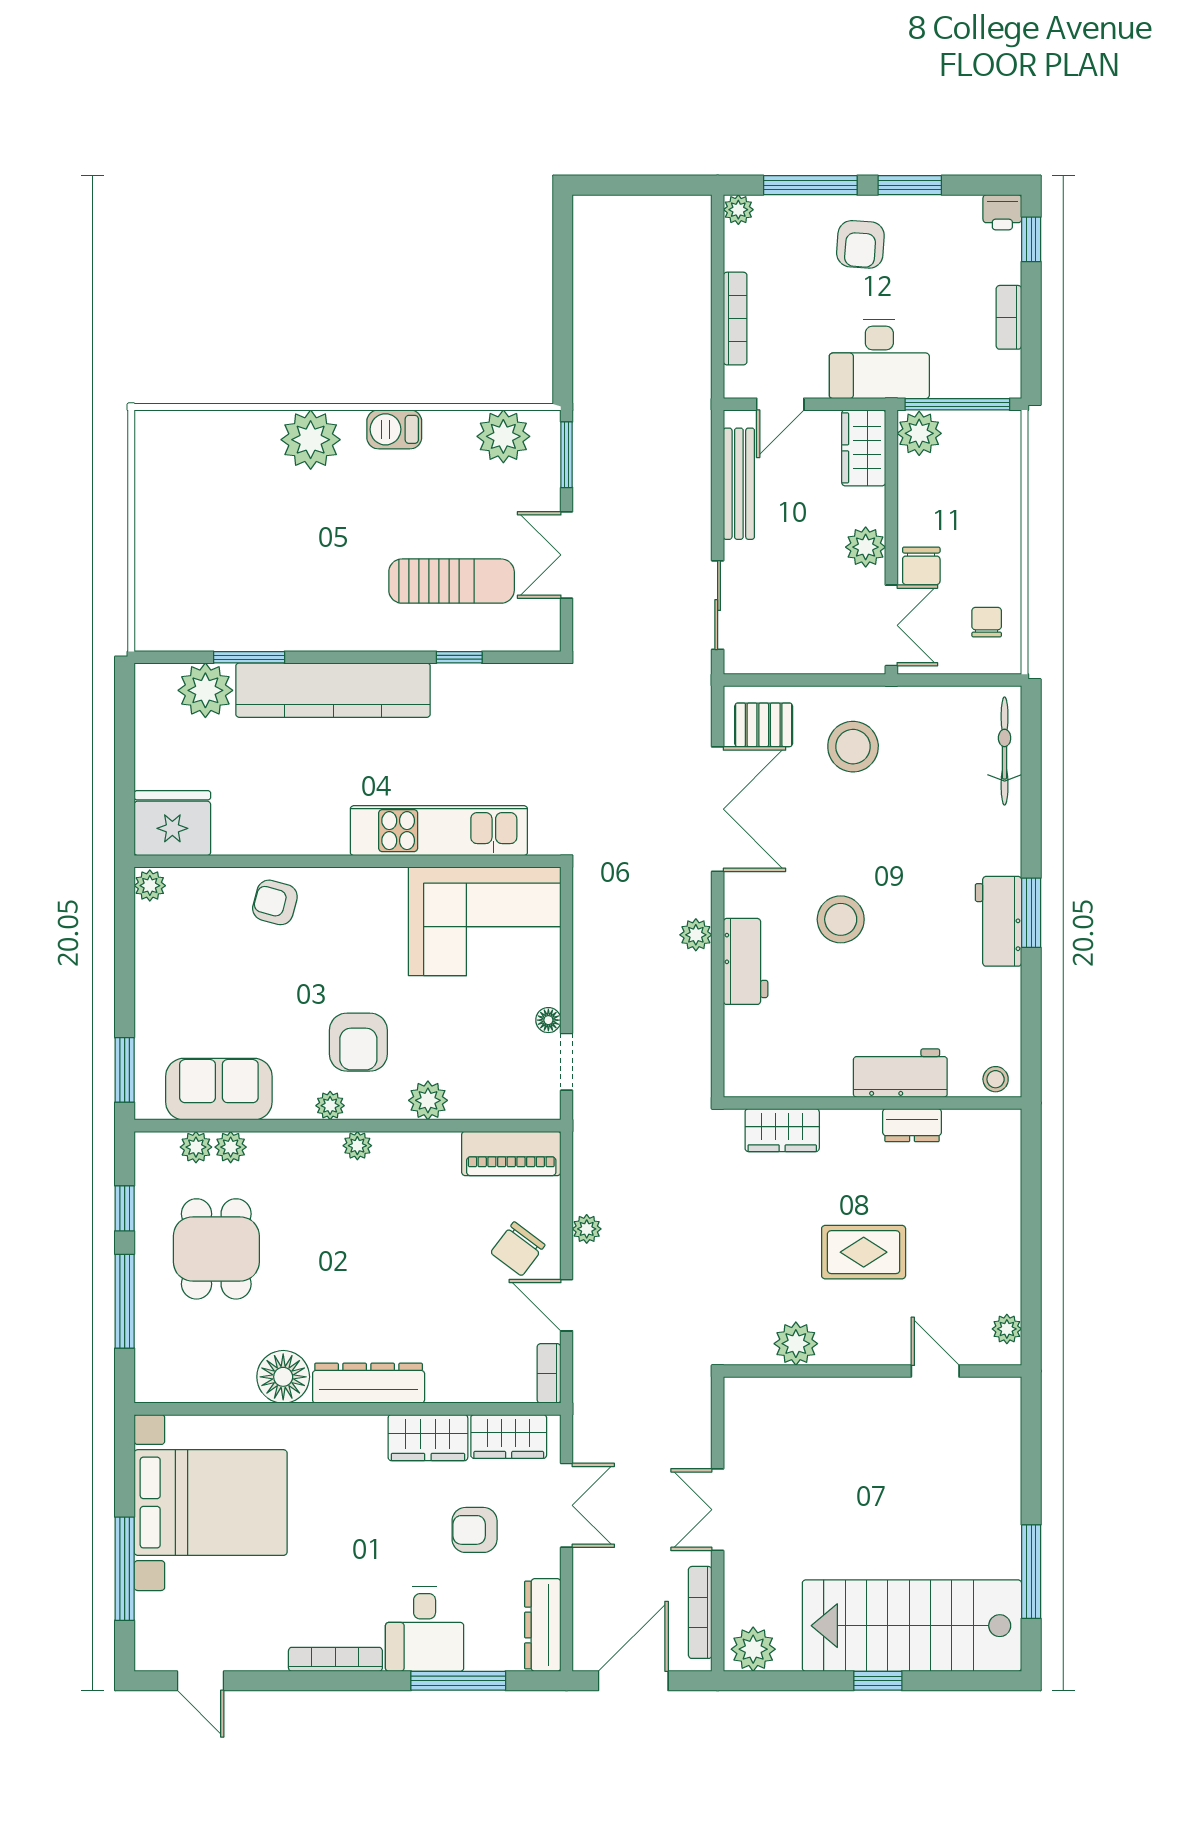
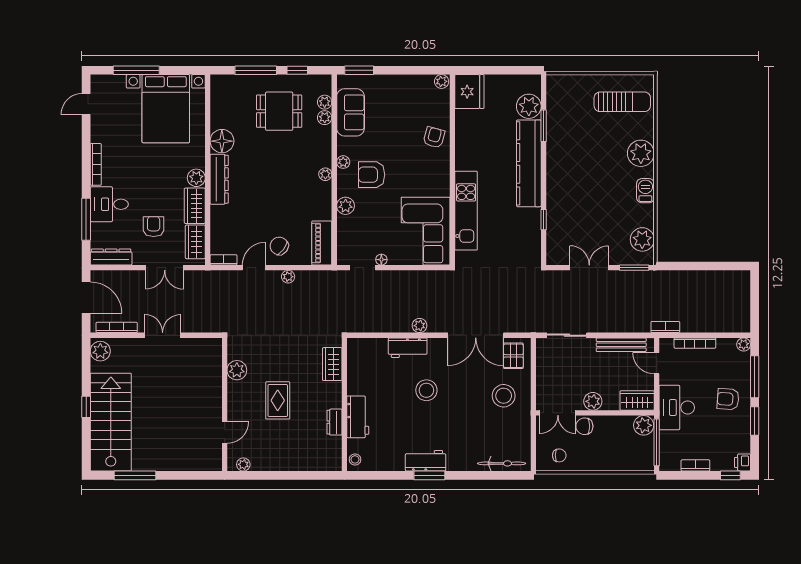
bookcase: (699, 385) -> (665, 327), added
sun lounger: (452, 581) -> (622, 102), moved, turned -90
plant: (365, 1434) -> (196, 178), added

